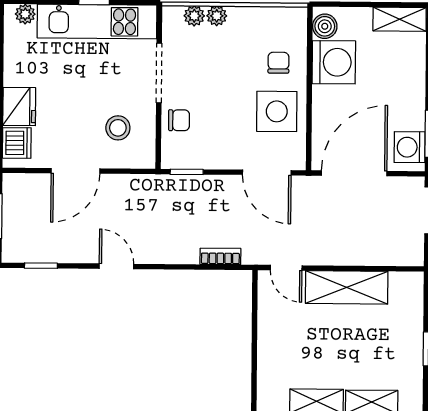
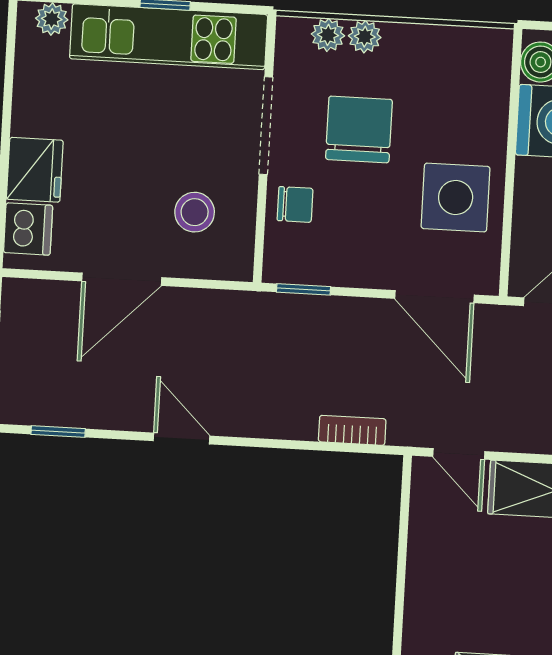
chair: (278, 63) -> (359, 129), moved, width x1.87, depth x1.87

